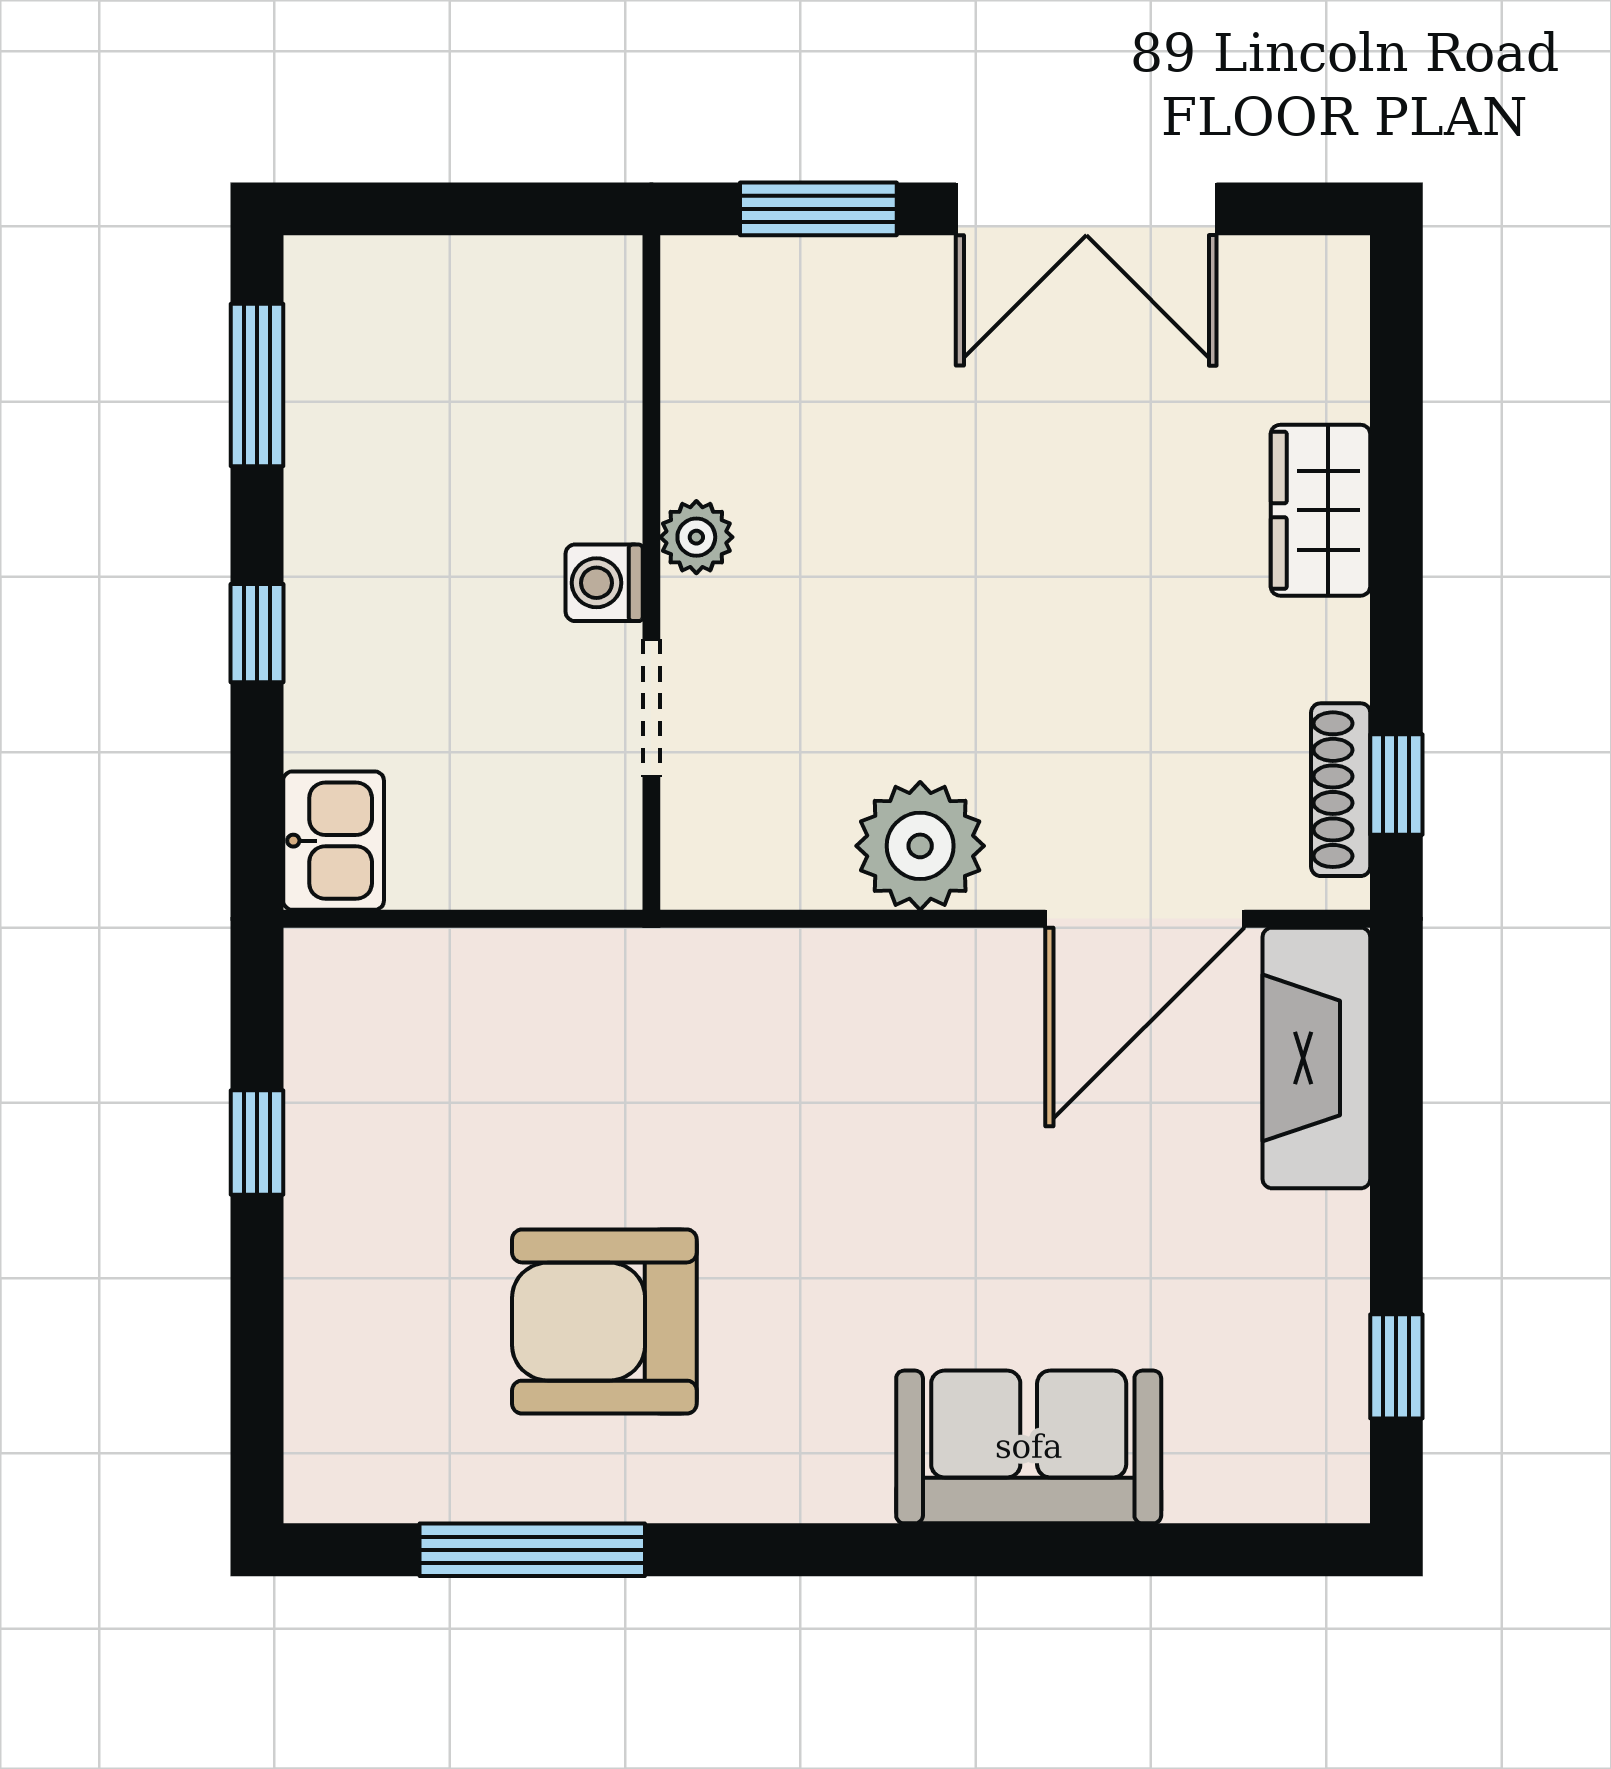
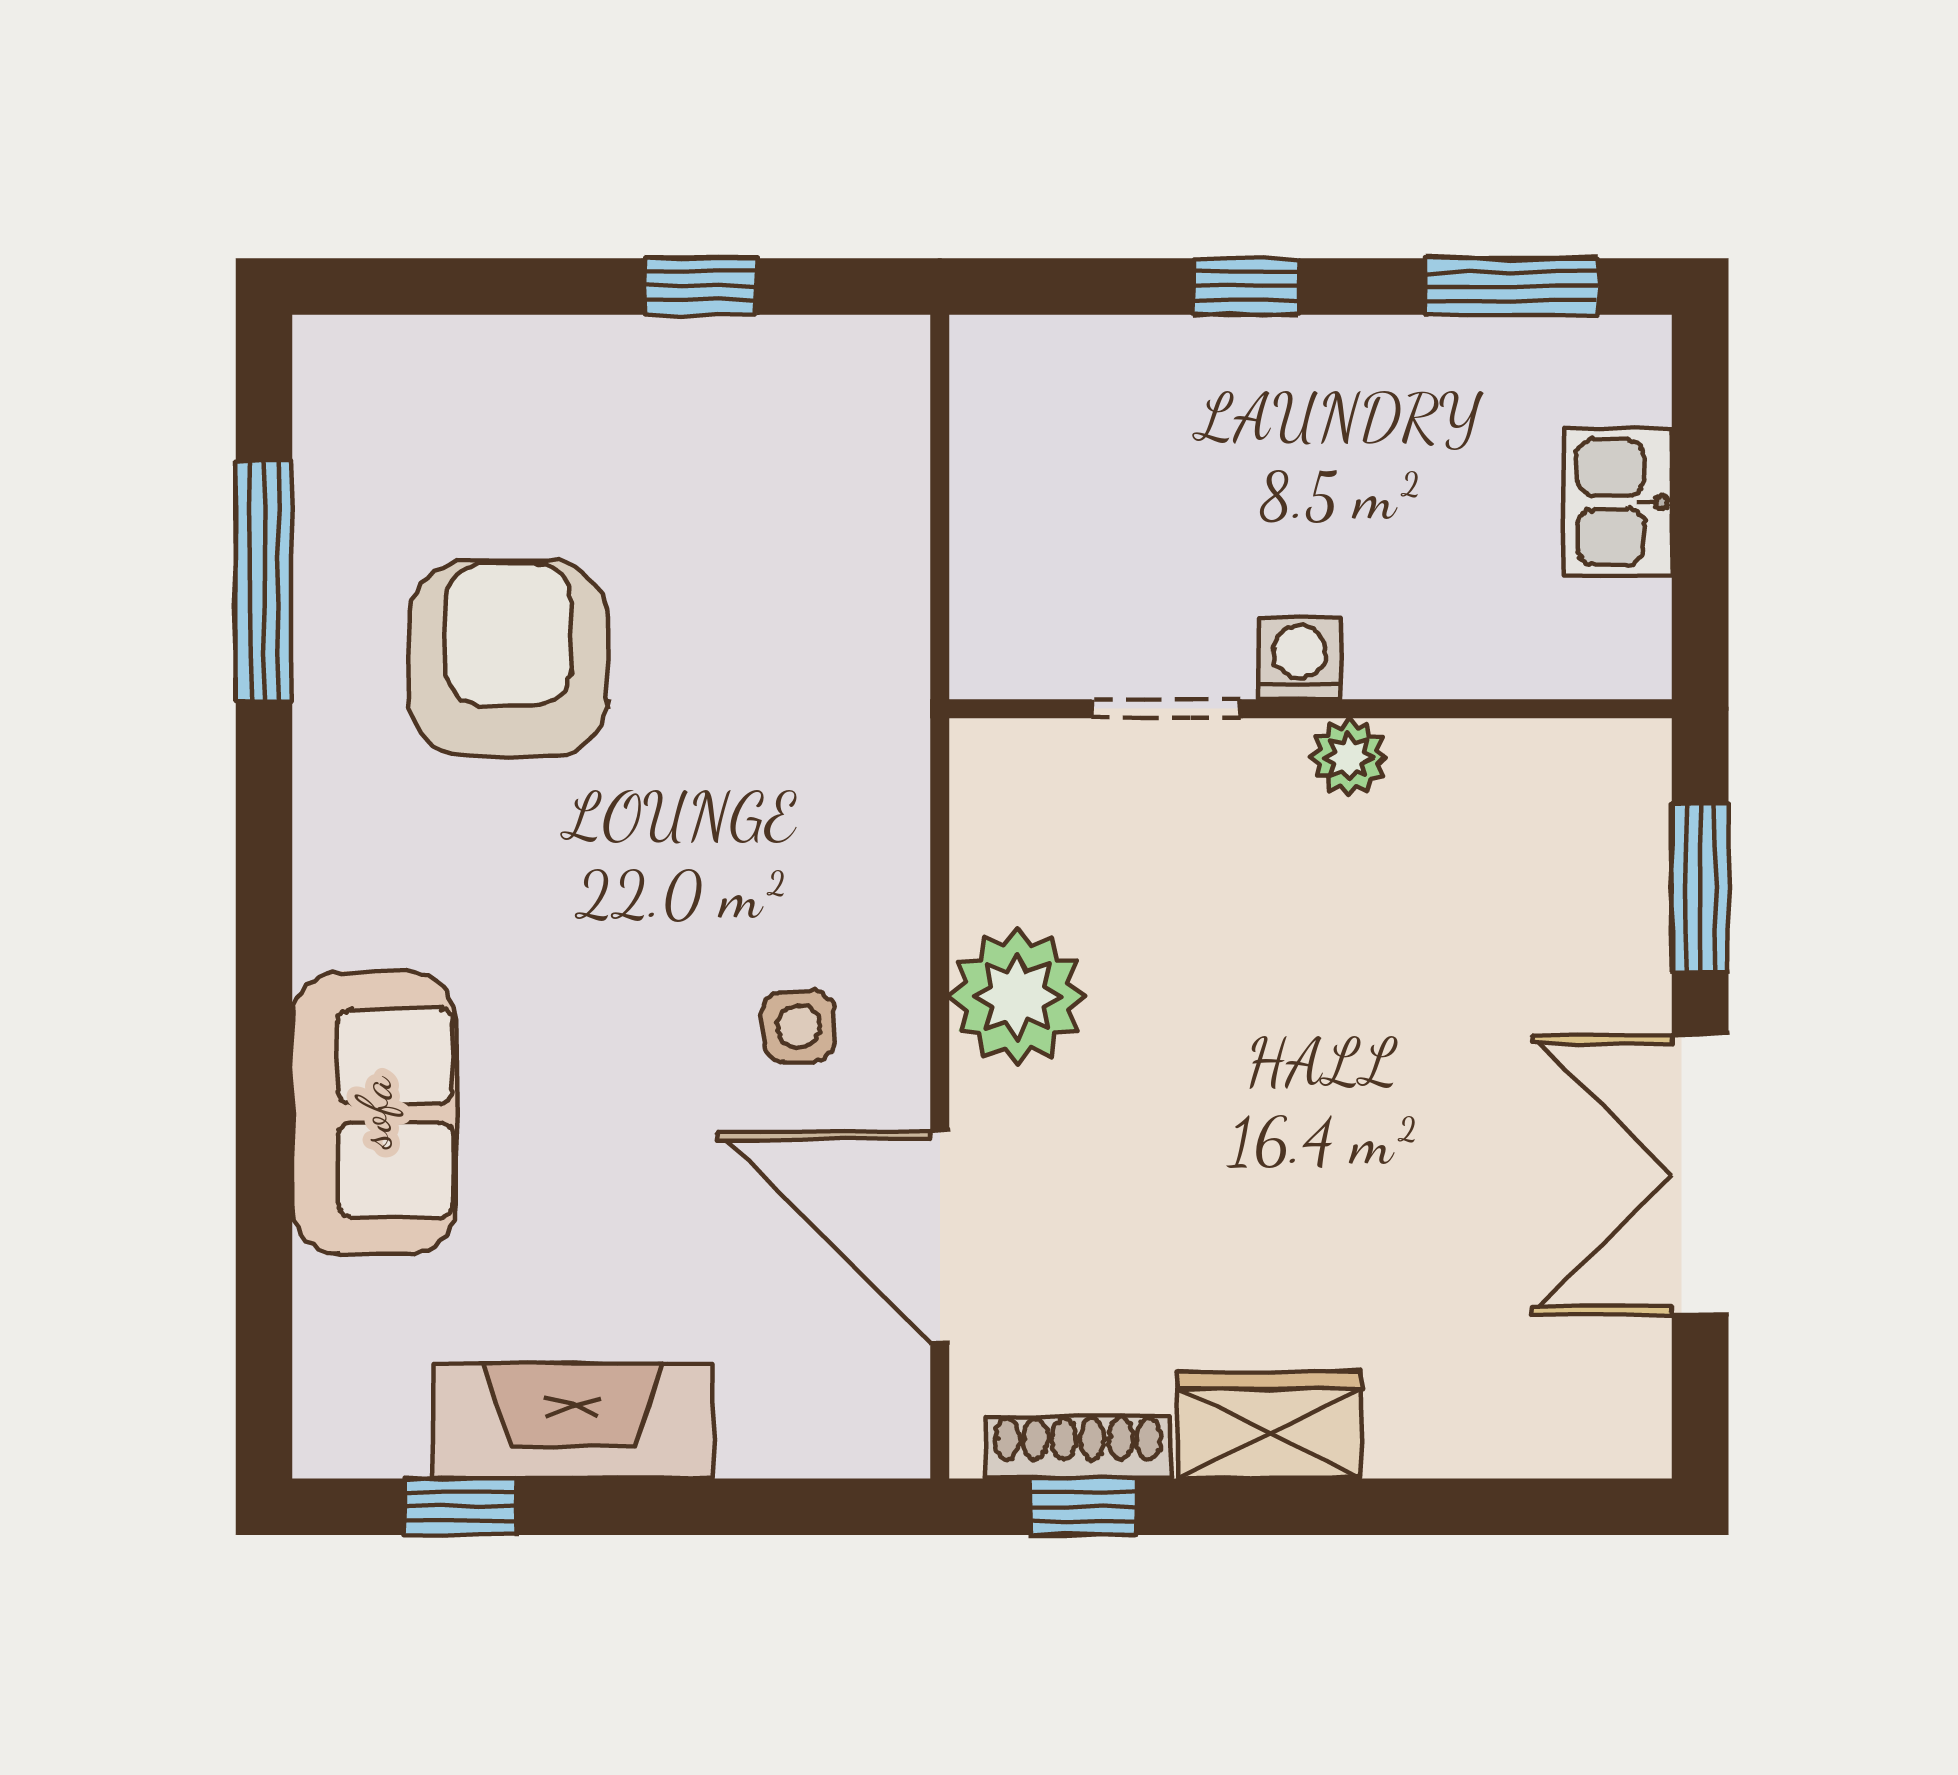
wardrobe: (1320, 510) -> (1270, 1425), moved
kitchen sink: (334, 841) -> (1618, 502), moved, turned 90
side table: (948, 1051) -> (798, 1026), added
fireplace: (1316, 1058) -> (573, 1421), moved

